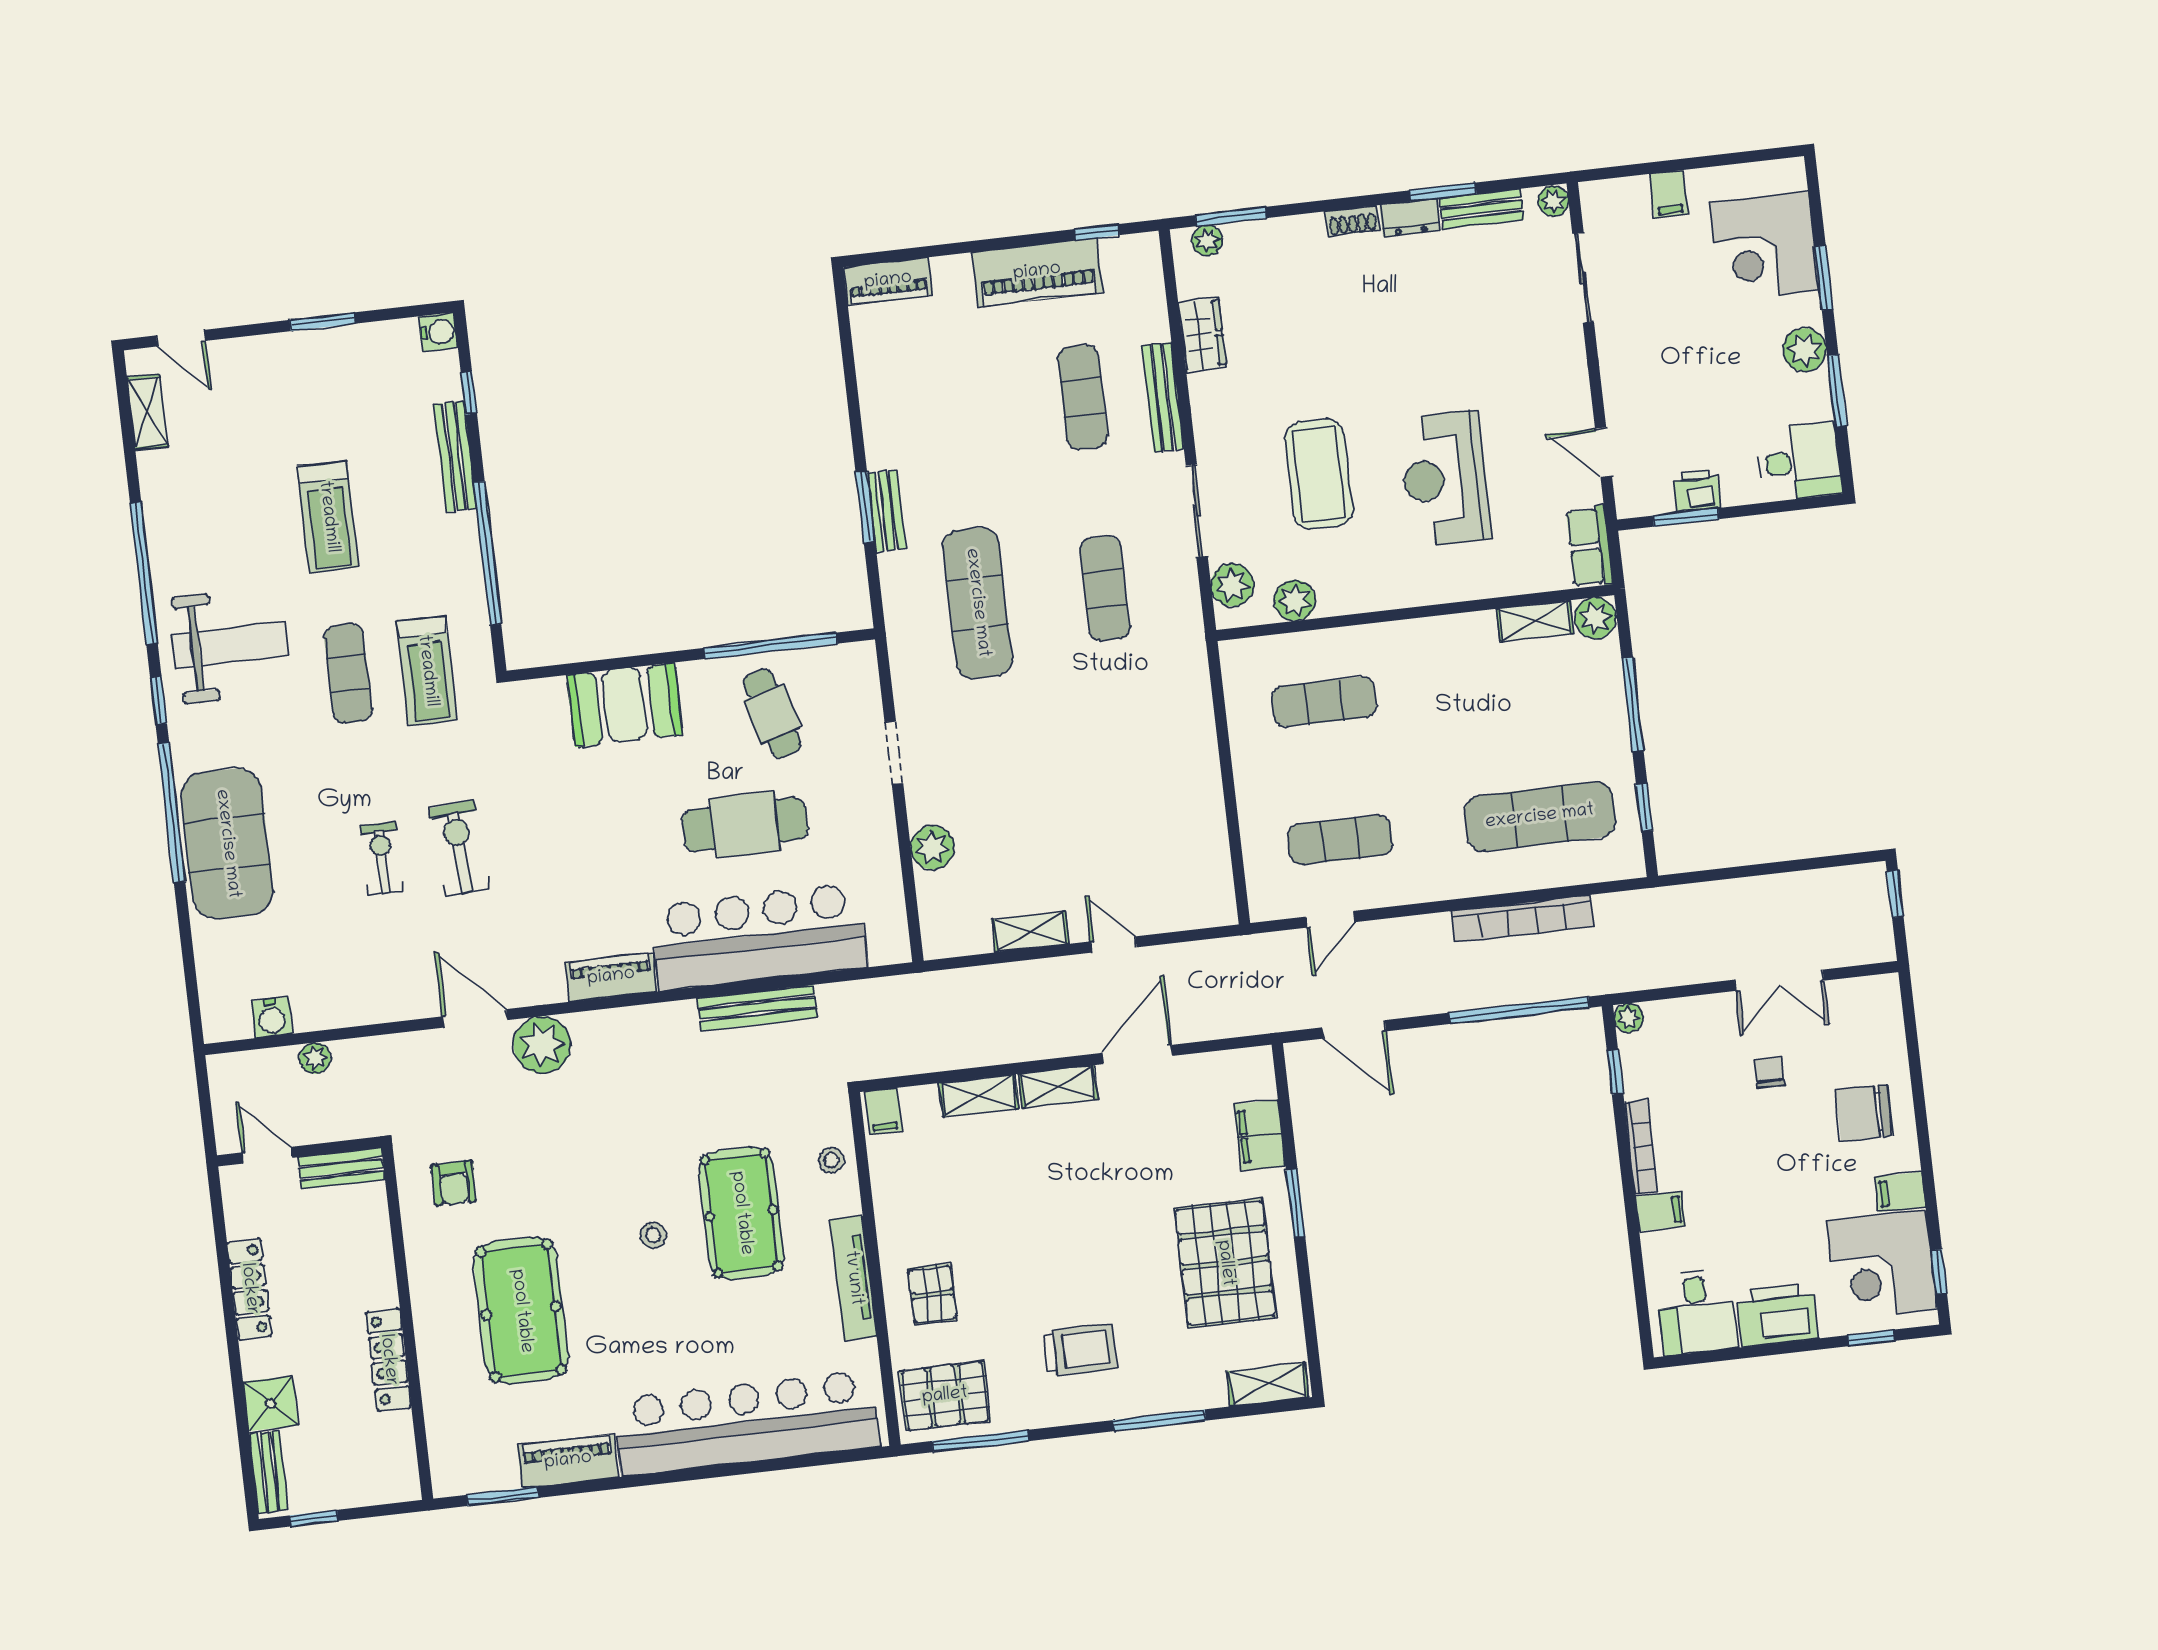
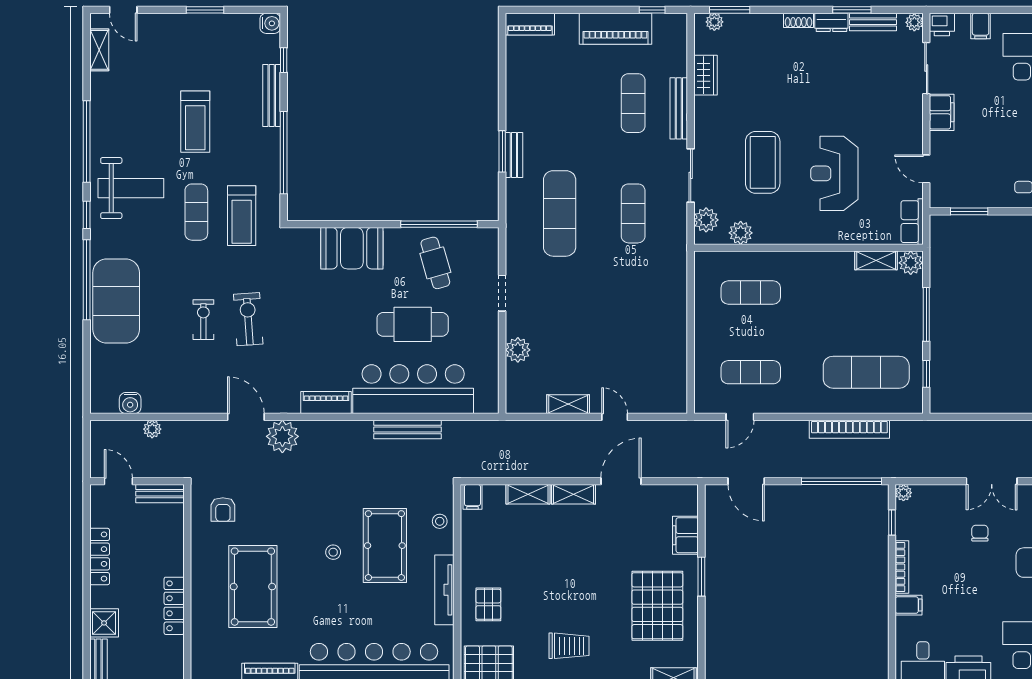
filing cabinet: (1619, 351) -> (942, 112), added
printer: (1697, 491) -> (942, 25), moved, turned 180

